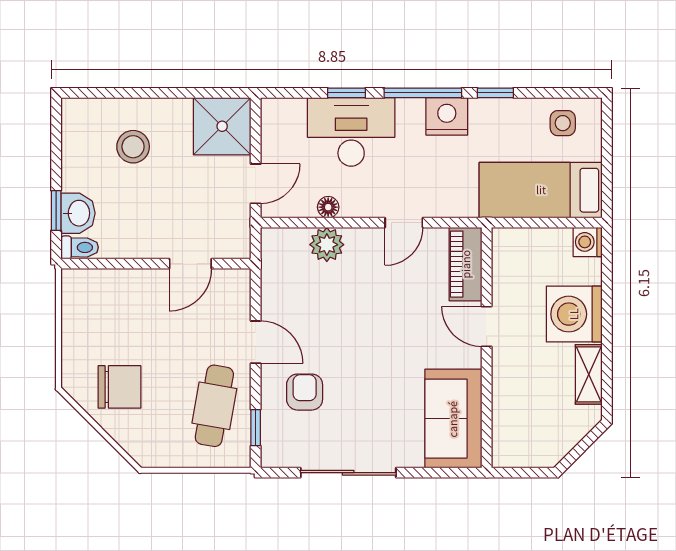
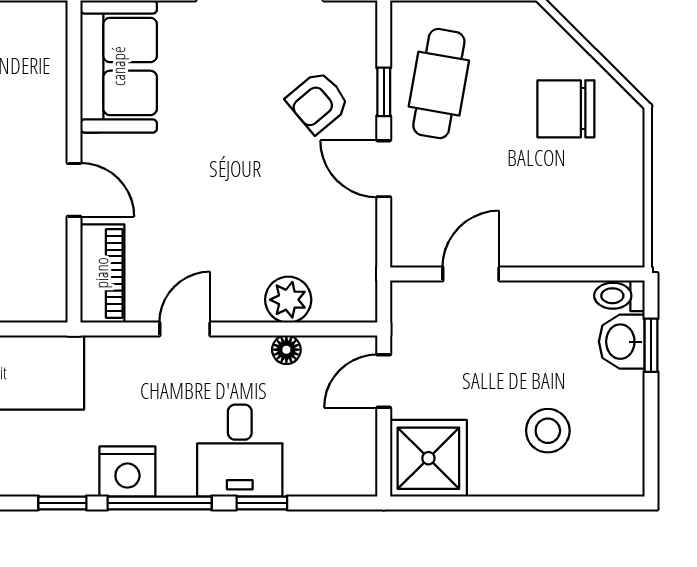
desk: (351, 132) -> (240, 451), width x0.73
armchair: (305, 392) -> (318, 102), turned 50
window: (256, 428) -> (384, 92), moved

